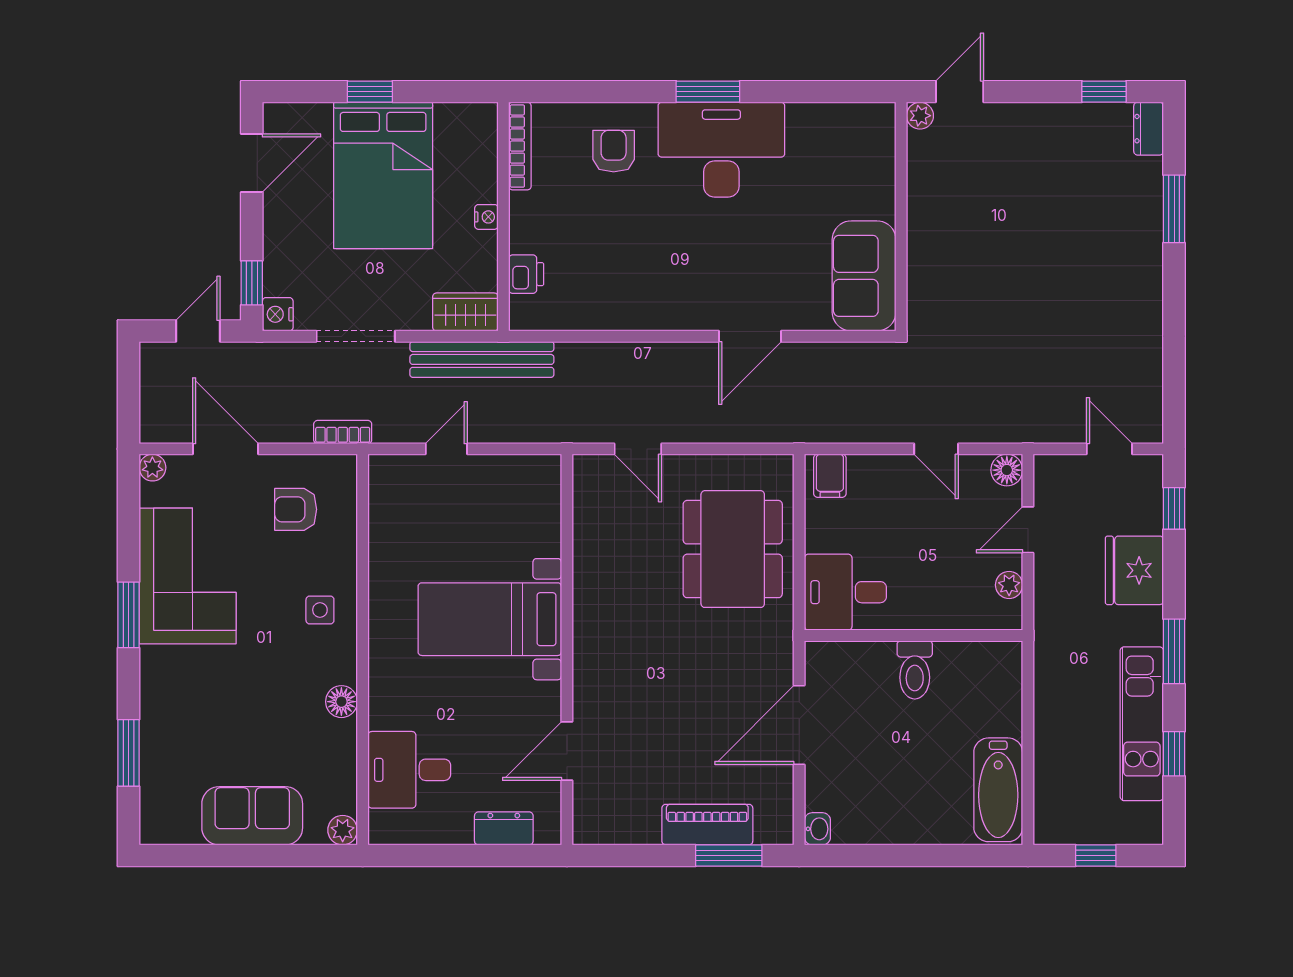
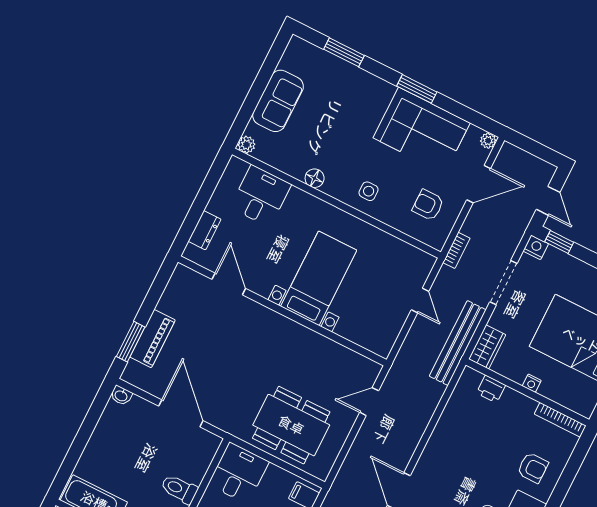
armchair: (296, 509) -> (428, 205), turned -90

